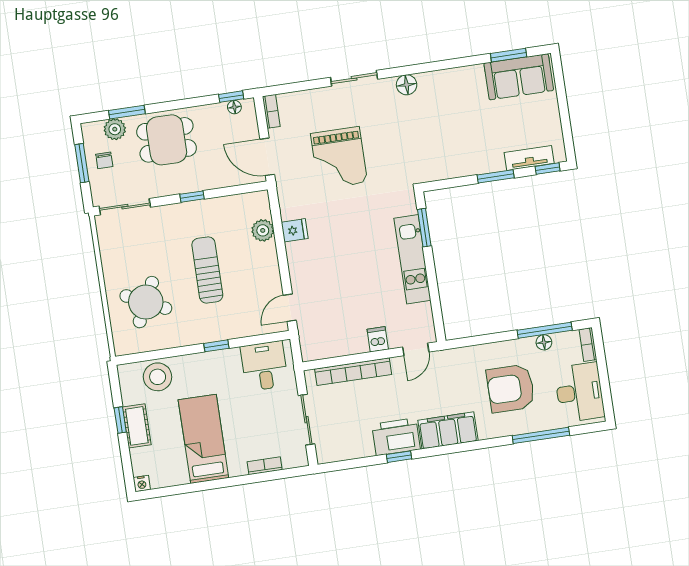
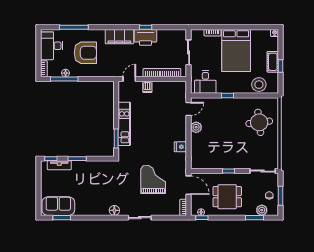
dining table: (167, 140) -> (227, 197), moved
plant: (263, 230) -> (196, 127), moved
sun lounger: (207, 270) -> (226, 134), removed
round table: (146, 302) -> (259, 122), turned -33
bed: (203, 439) -> (236, 51), width x1.50

